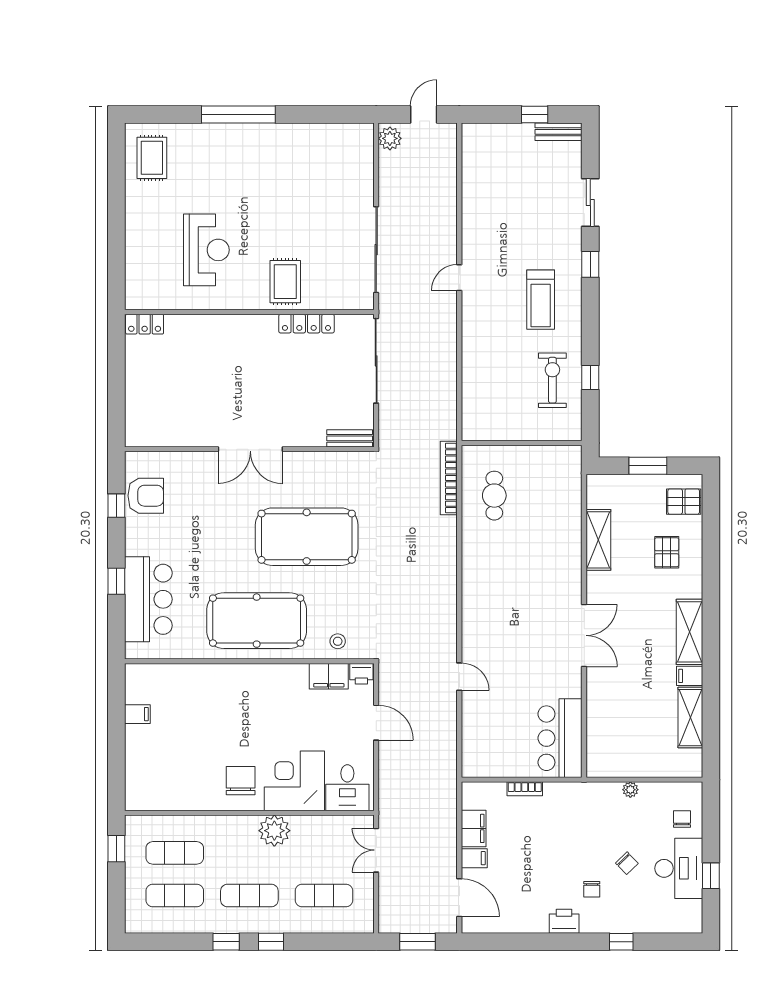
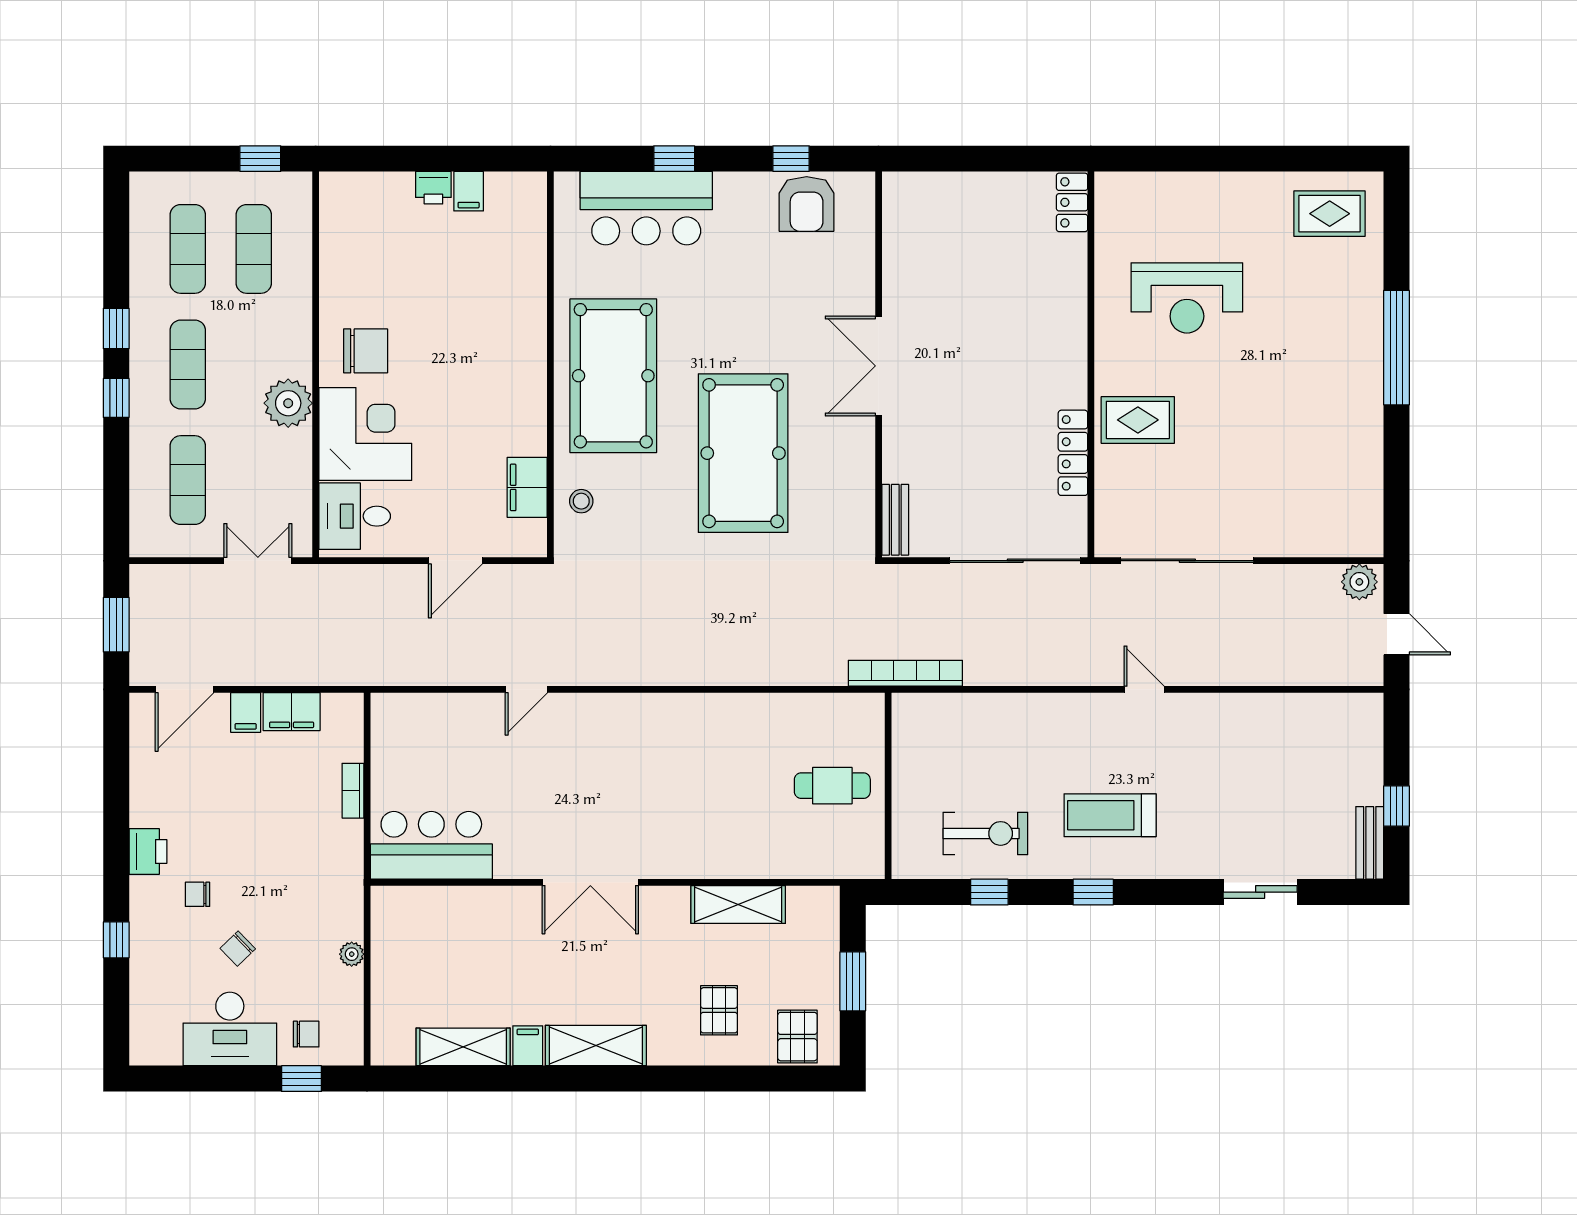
window: (590, 264) -> (1093, 892), moved
bookcase: (449, 478) -> (905, 673), moved
cafe table: (494, 496) -> (832, 786), moved
pallet: (667, 552) -> (719, 1010), turned 90
printer: (361, 674) -> (433, 188), moved, turned -90
window: (711, 876) -> (301, 1079), moved

